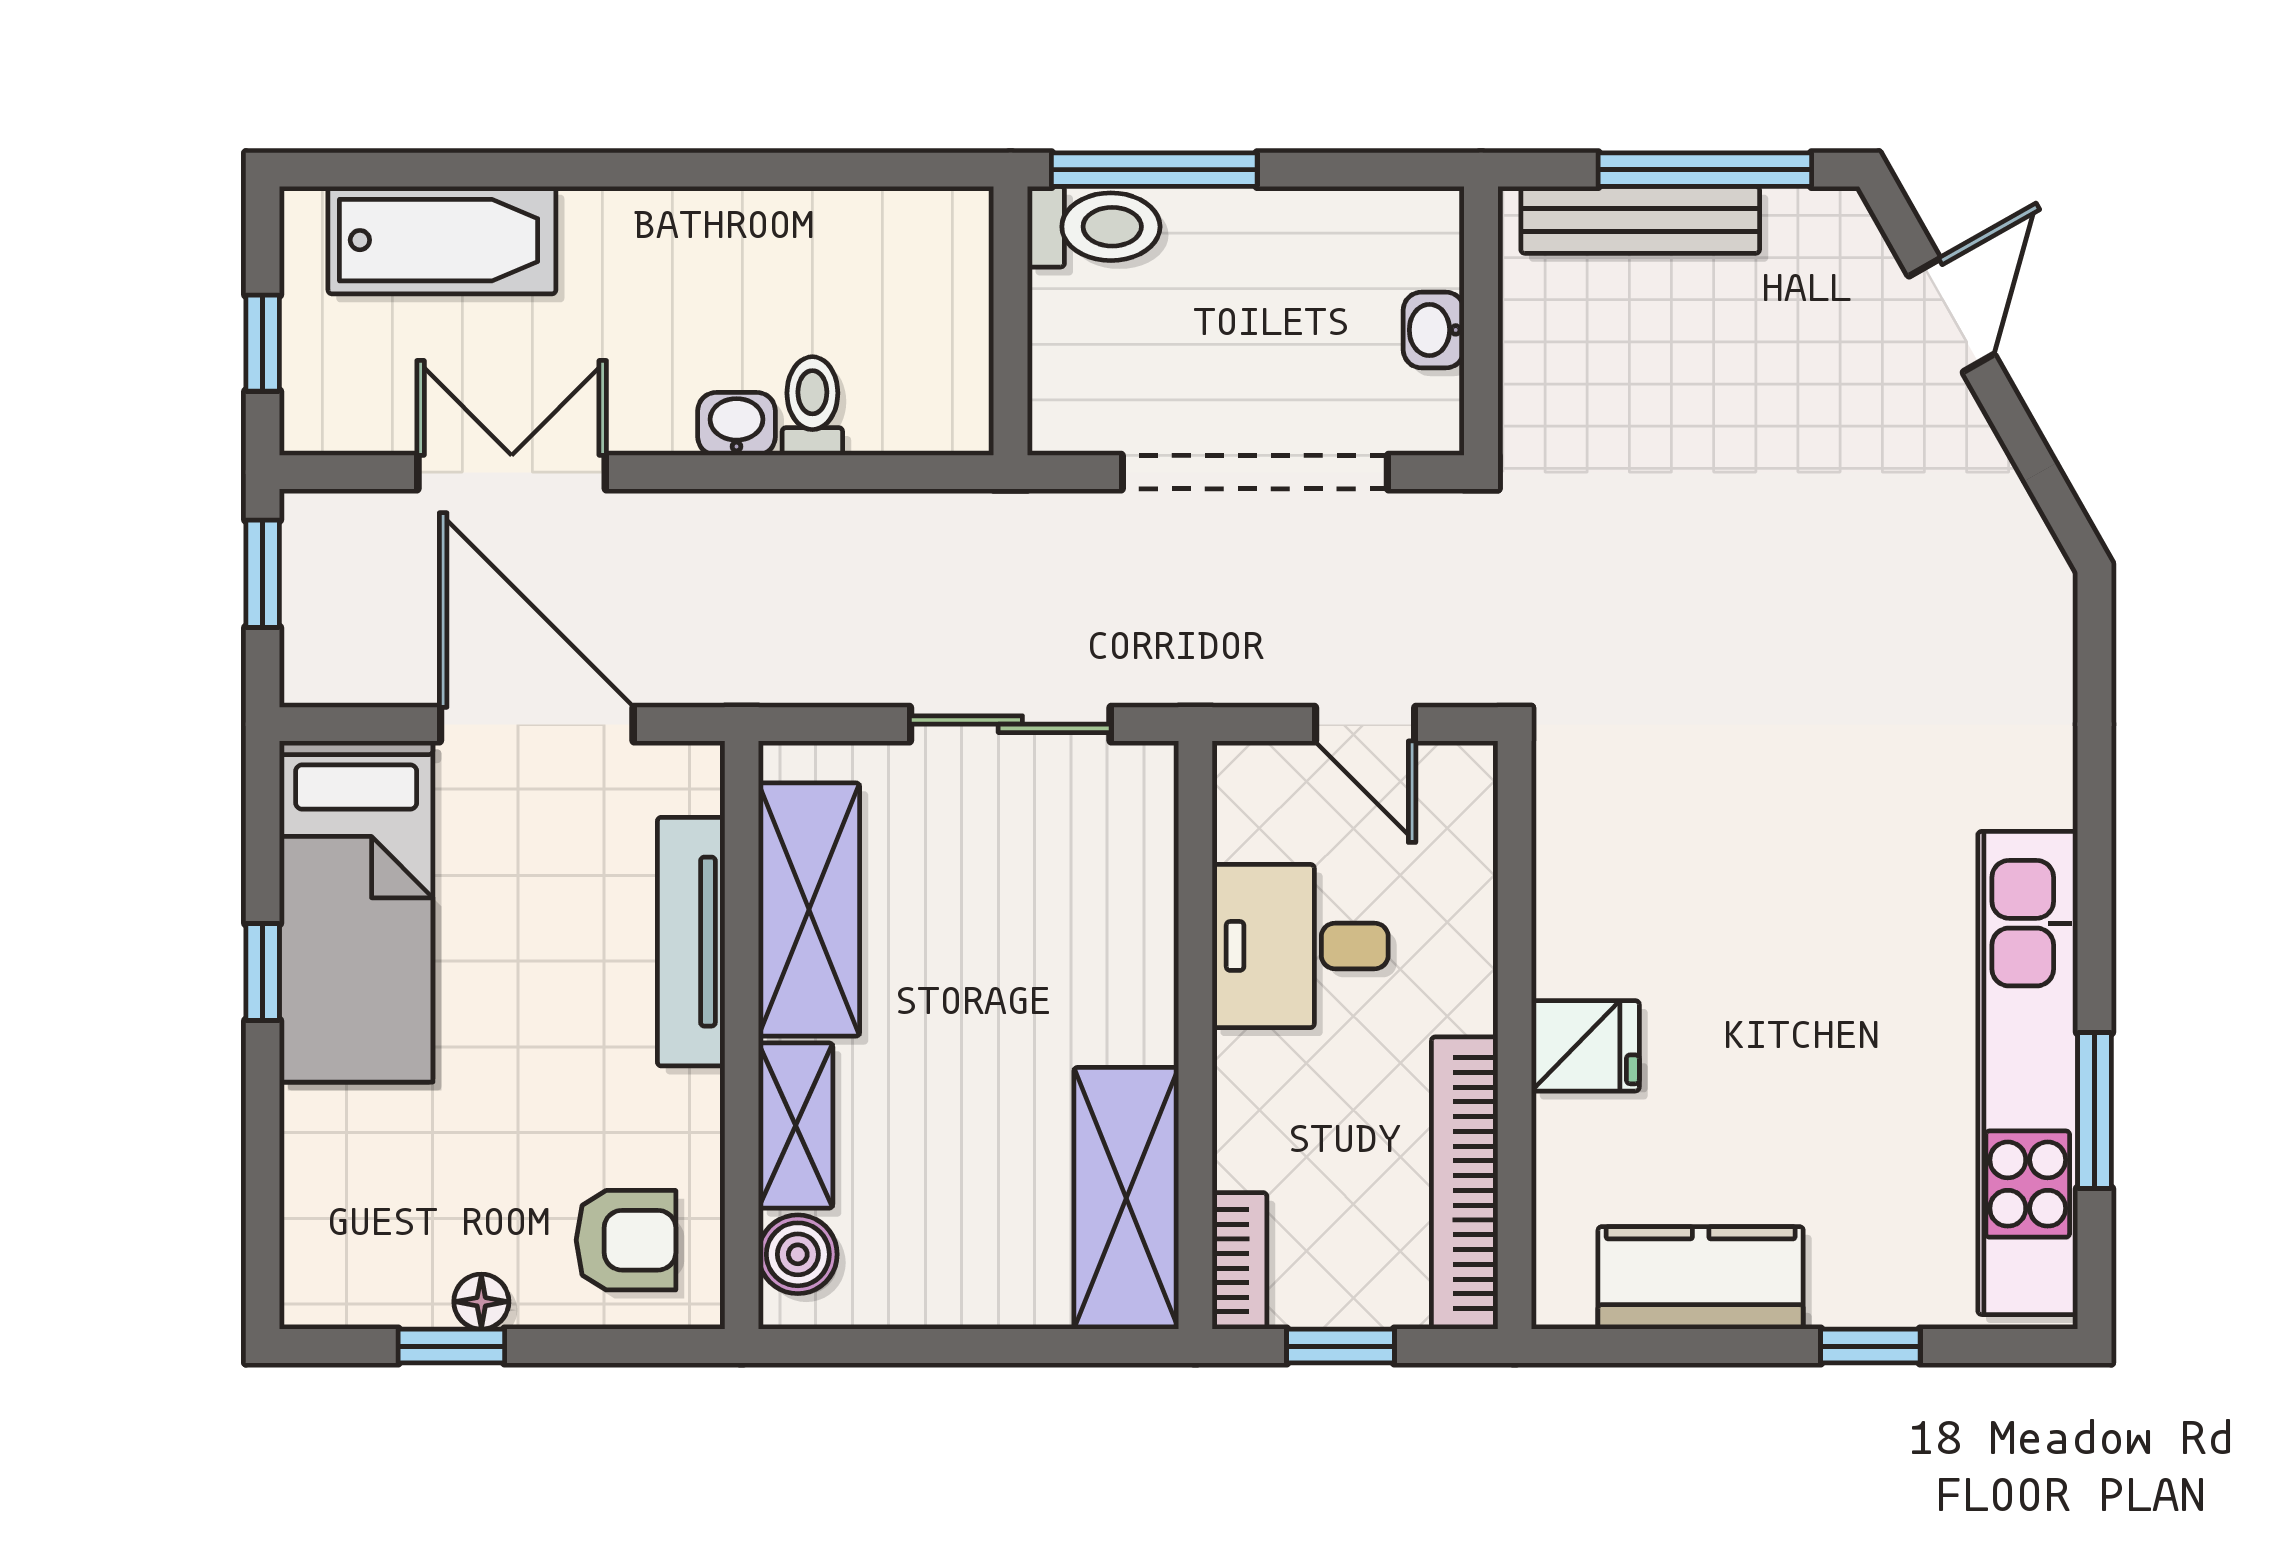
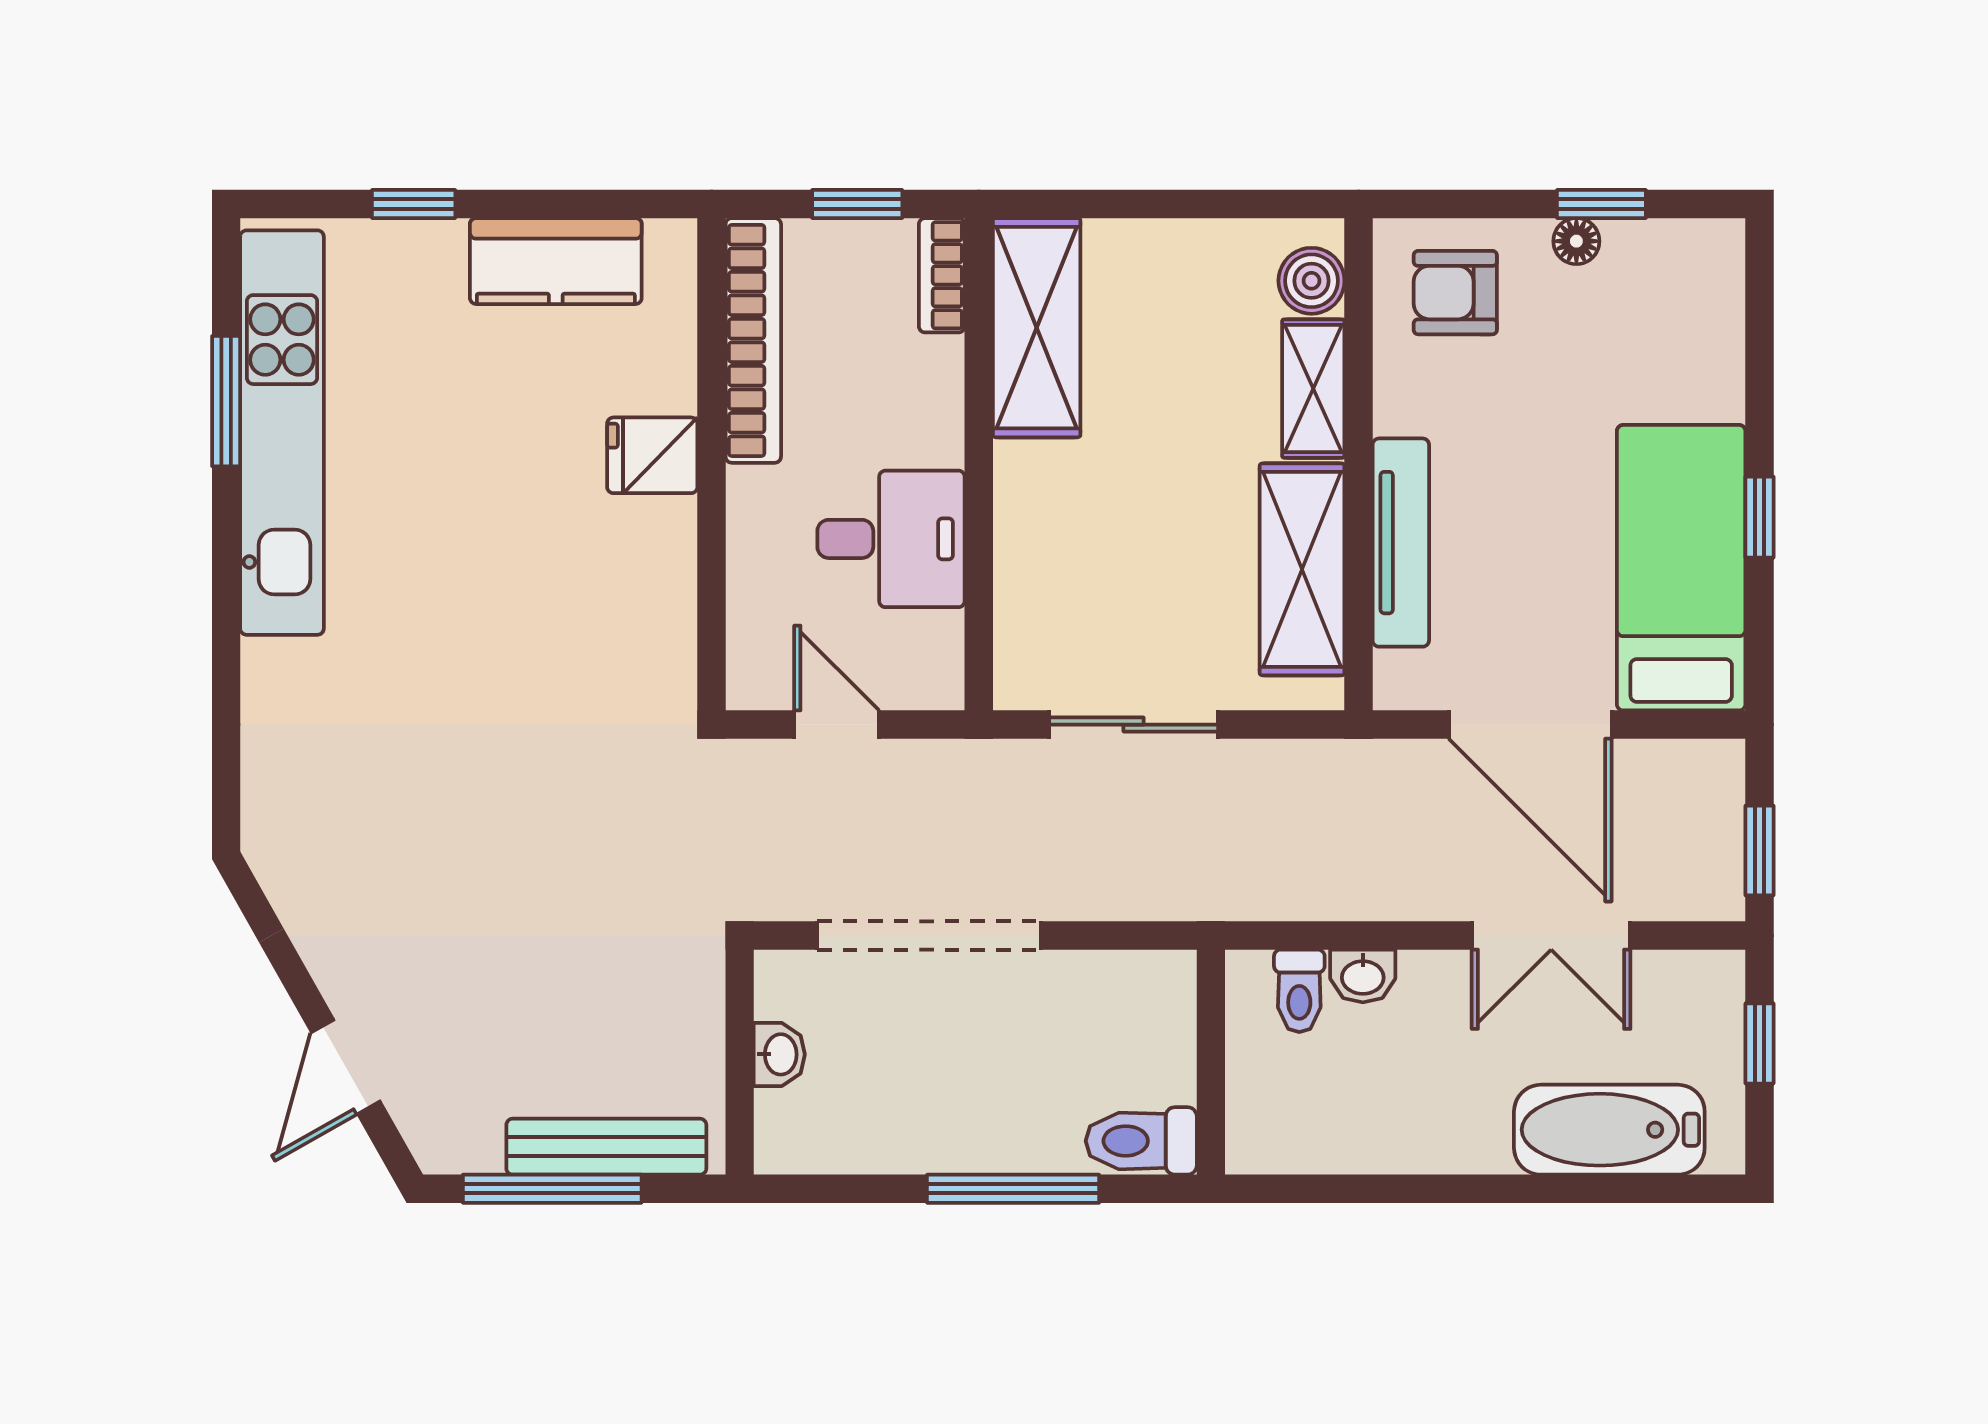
toilet: (1094, 227) -> (1141, 1141), moved
wall: (1010, 321) -> (1211, 1062), moved

